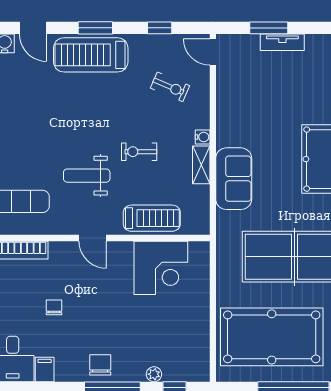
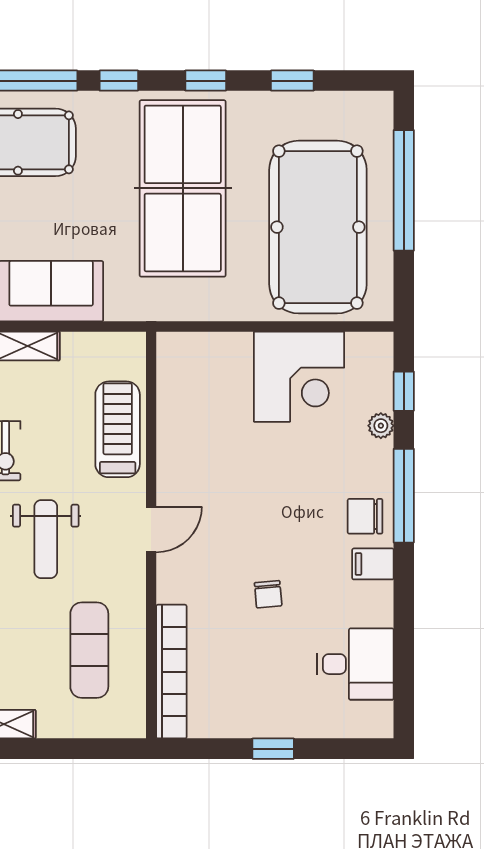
corner desk: (161, 268) -> (299, 377), moved, turned 90
chair: (54, 307) -> (268, 594), turned -95
filing cabinet: (45, 370) -> (373, 564), moved

